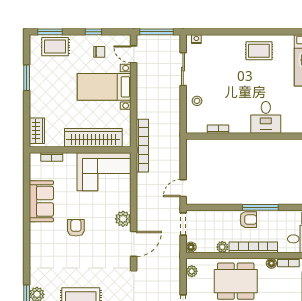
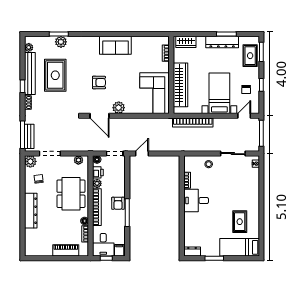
rug: (259, 51) -> (240, 222), moved
dresser: (37, 83) -> (222, 42), added
desk: (266, 117) -> (196, 201), moved
bookcase: (142, 146) -> (193, 122), moved
door: (183, 188) -> (142, 154), hinge flipped
sofa: (41, 201) -> (115, 45), moved
armchair: (76, 228) -> (99, 82), moved
printer: (208, 246) -> (98, 172), added

